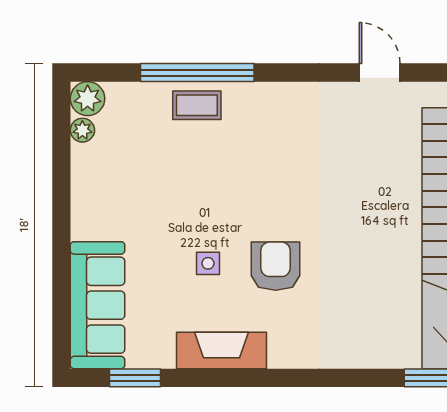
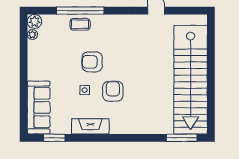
armchair: (226, 196) -> (92, 62), added

